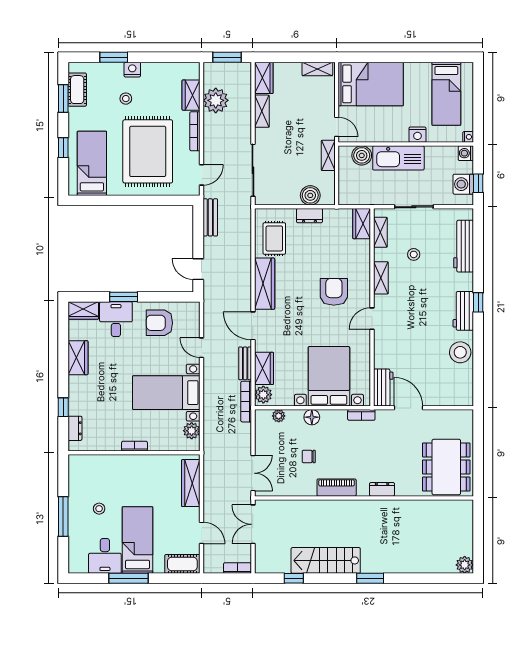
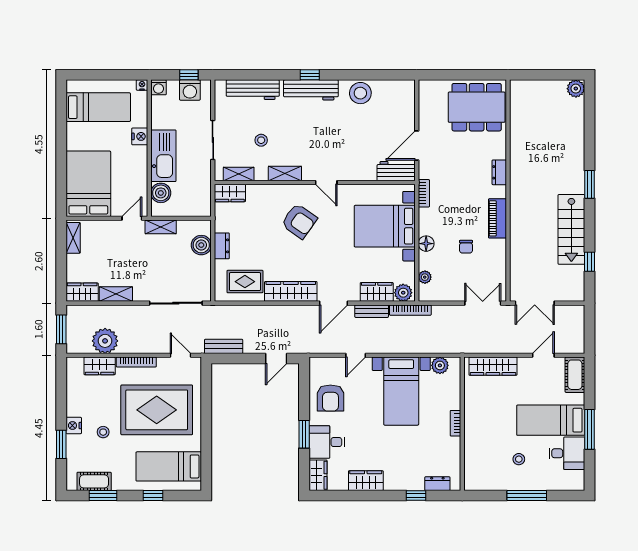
armchair: (334, 292) -> (299, 221), turned -145
workbench: (463, 311) -> (311, 90), width x1.37
bookcase: (237, 568) -> (579, 319), removed

